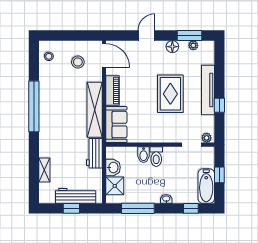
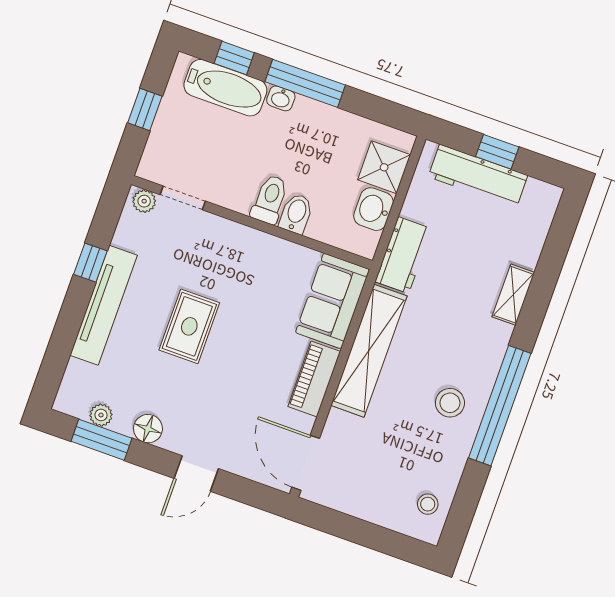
stool: (78, 62) -> (450, 403), moved
rug: (170, 94) -> (189, 326), width x0.73, depth x0.70
shelving: (44, 170) -> (513, 295), moved
bathtub: (206, 186) -> (225, 88), moved, turned 90
window: (138, 208) -> (305, 83), moved

